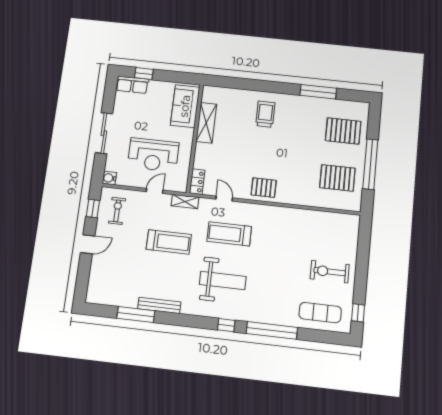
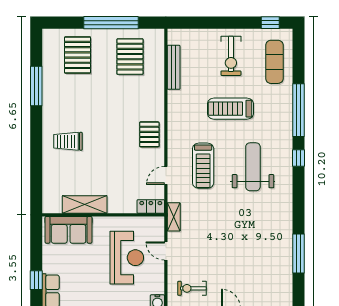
treadmill: (169, 242) -> (230, 109), moved, turned -90
bench: (159, 305) -> (174, 67), moved

